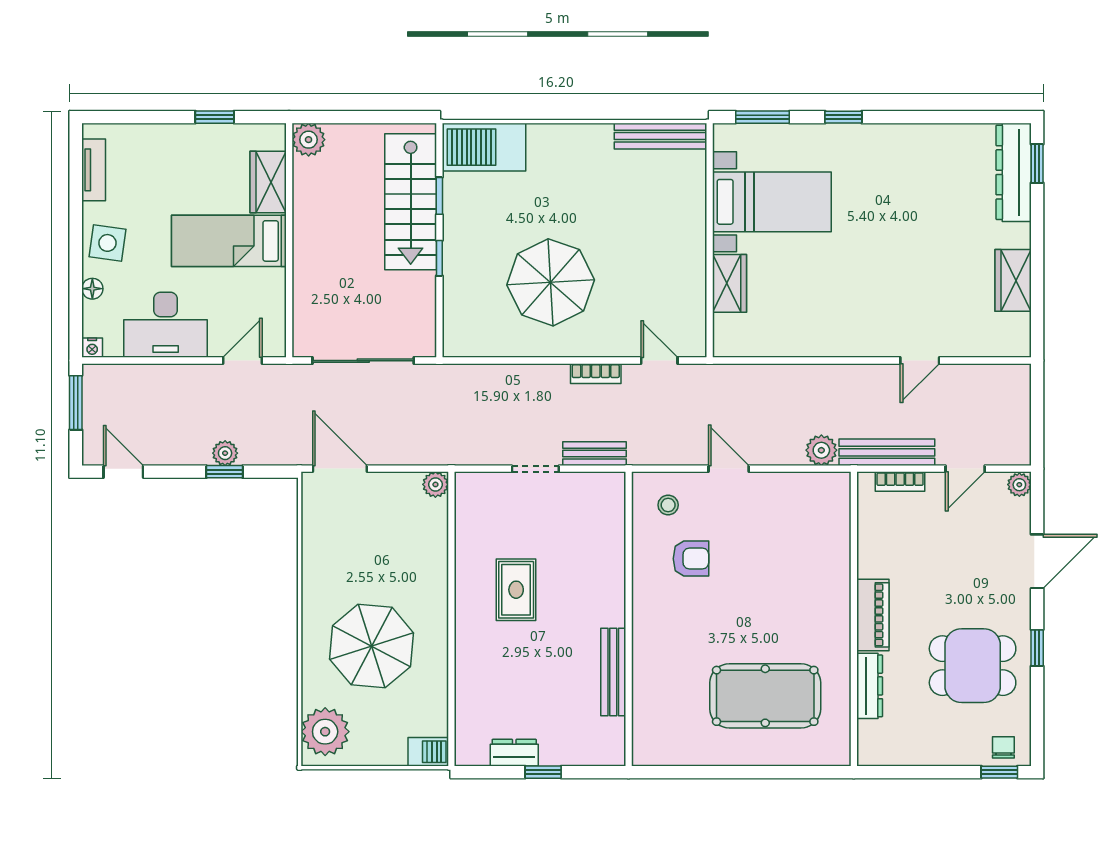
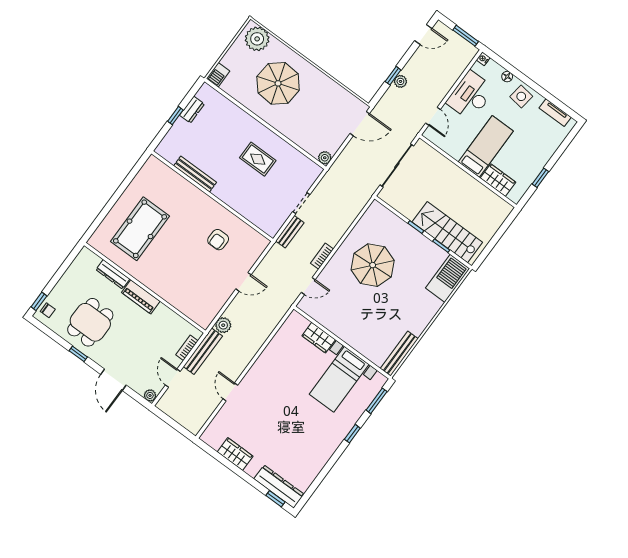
plant: (309, 140) -> (503, 209), removed
stool: (668, 505) -> (247, 246), removed

